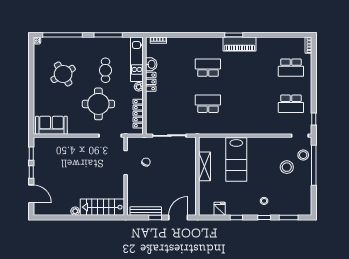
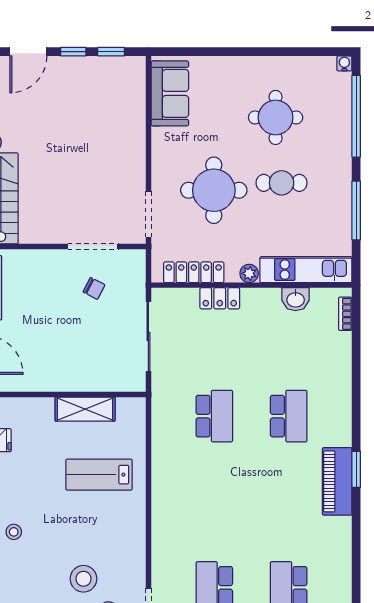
cafe table: (105, 70) -> (282, 183), moved
round table: (63, 74) -> (276, 117), turned 31
locker: (151, 82) -> (220, 298), moved
lab bench: (236, 160) -> (99, 475), width x0.73, depth x0.72

